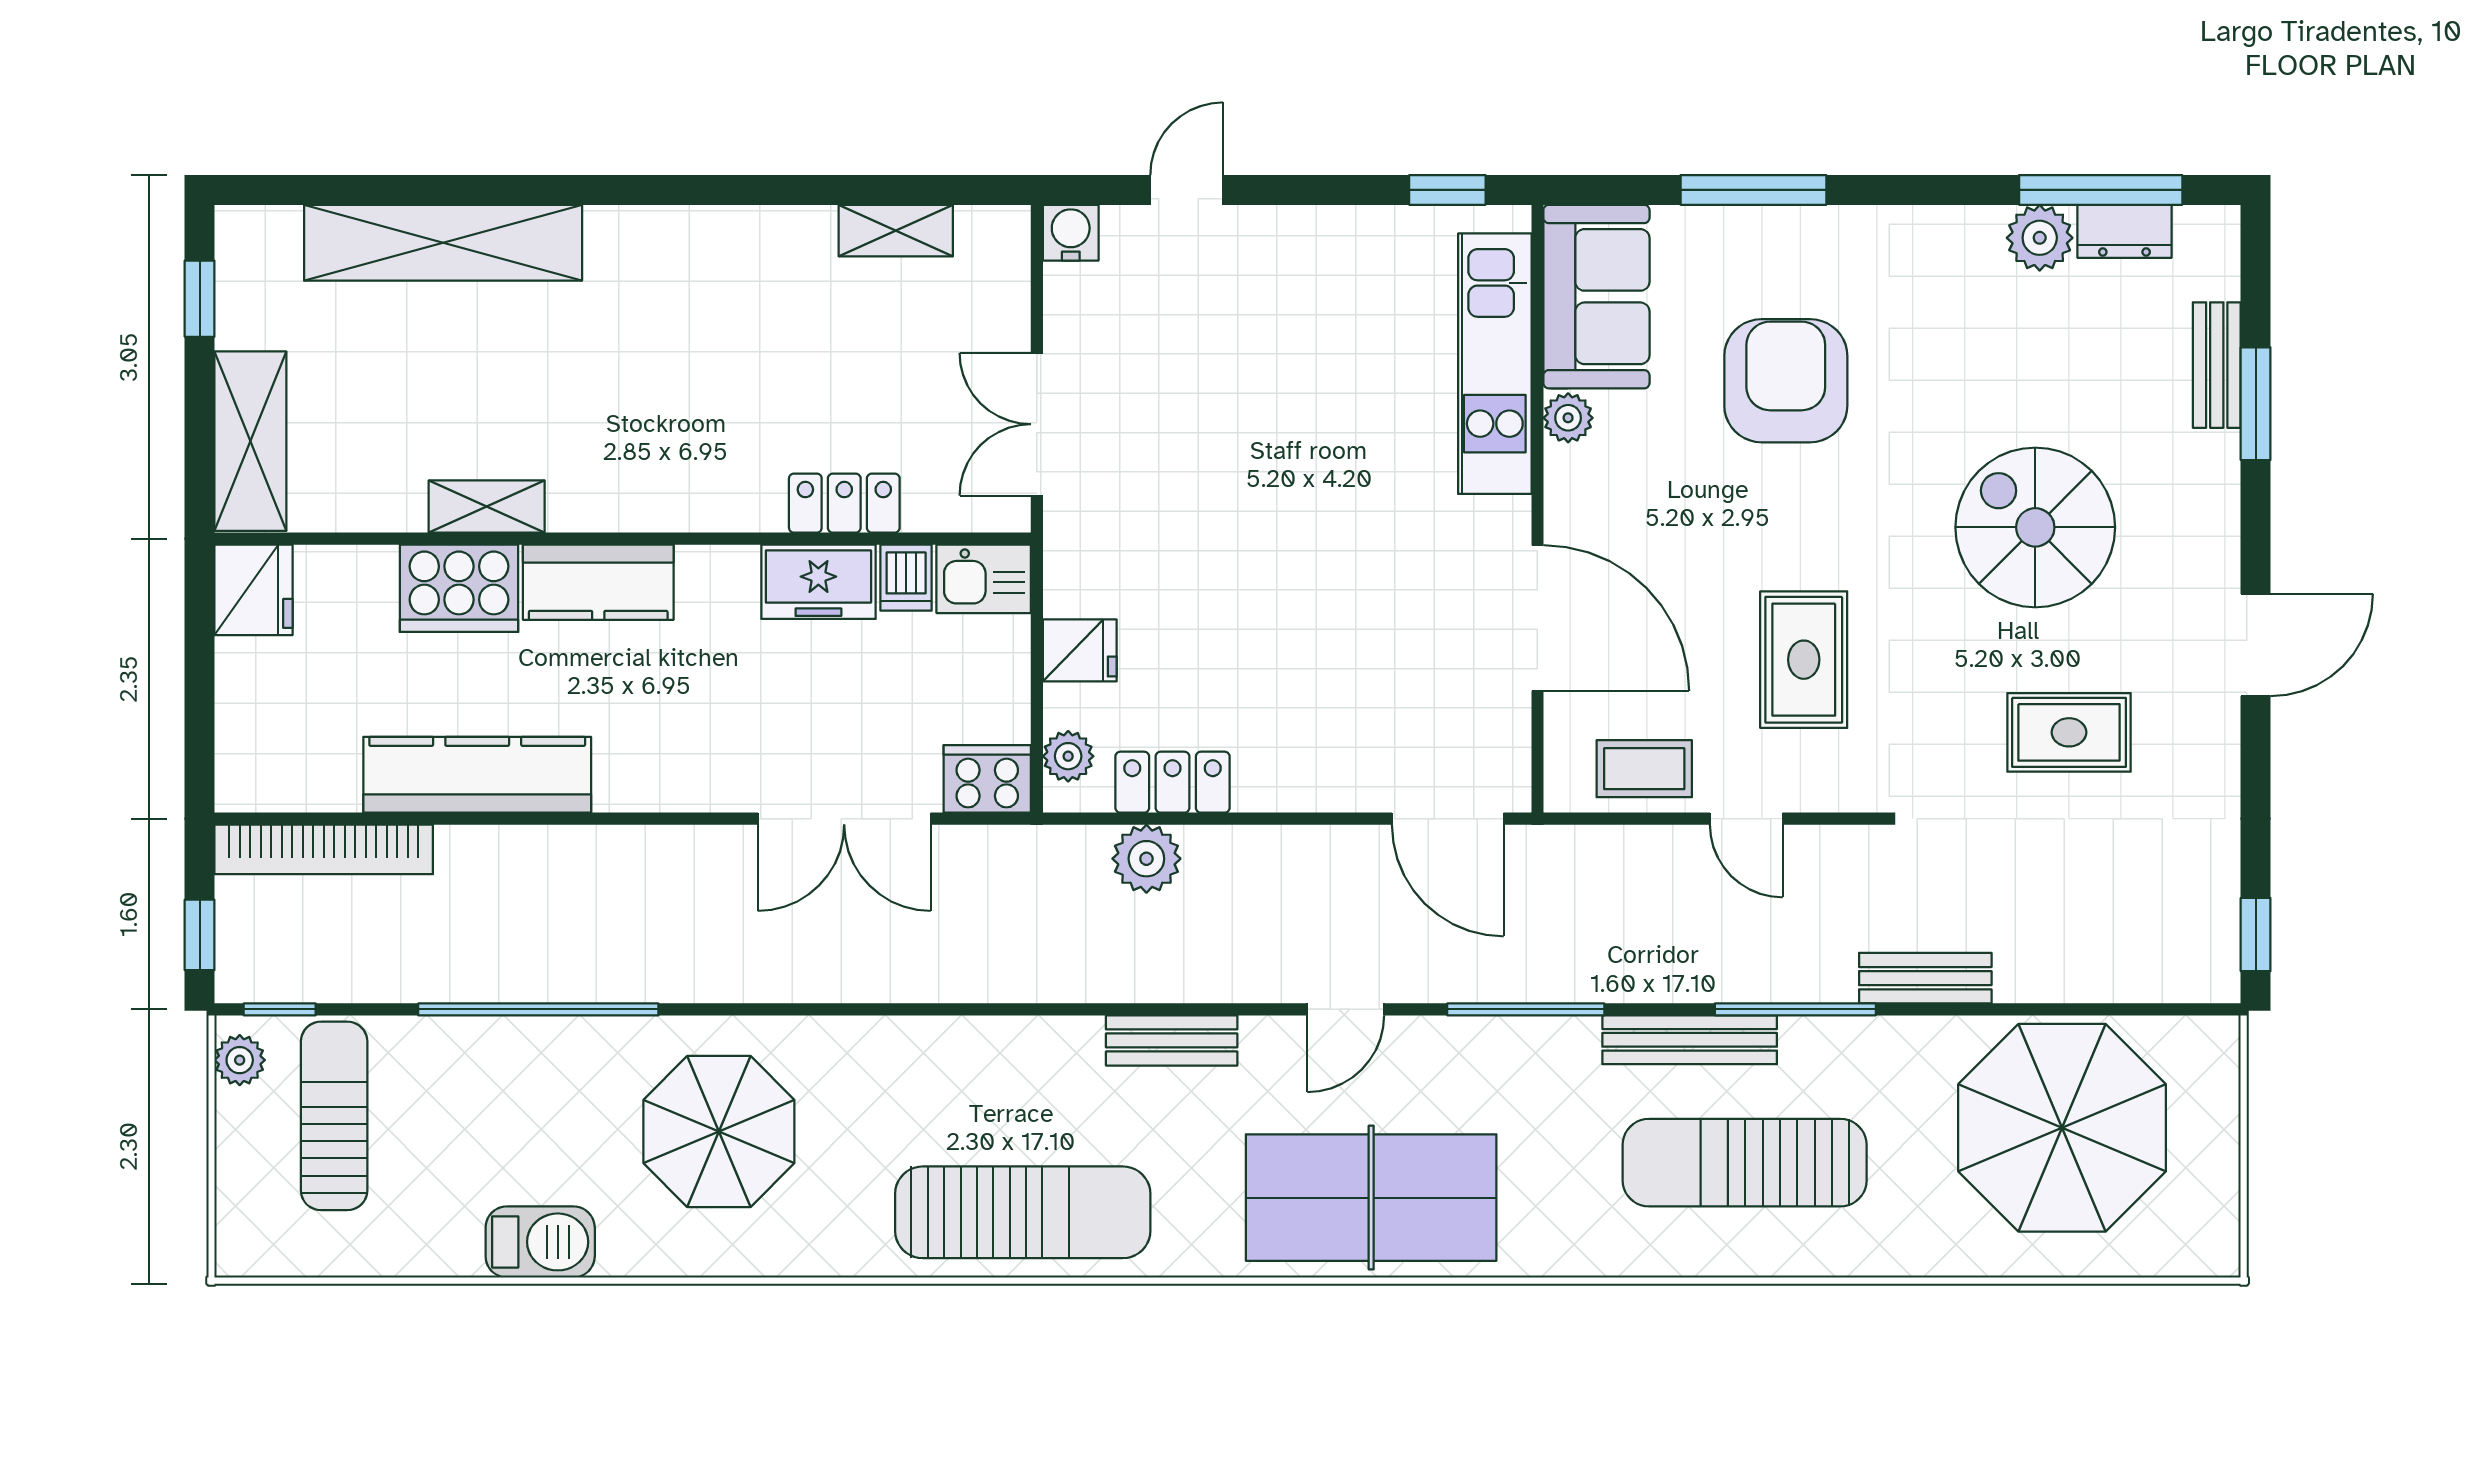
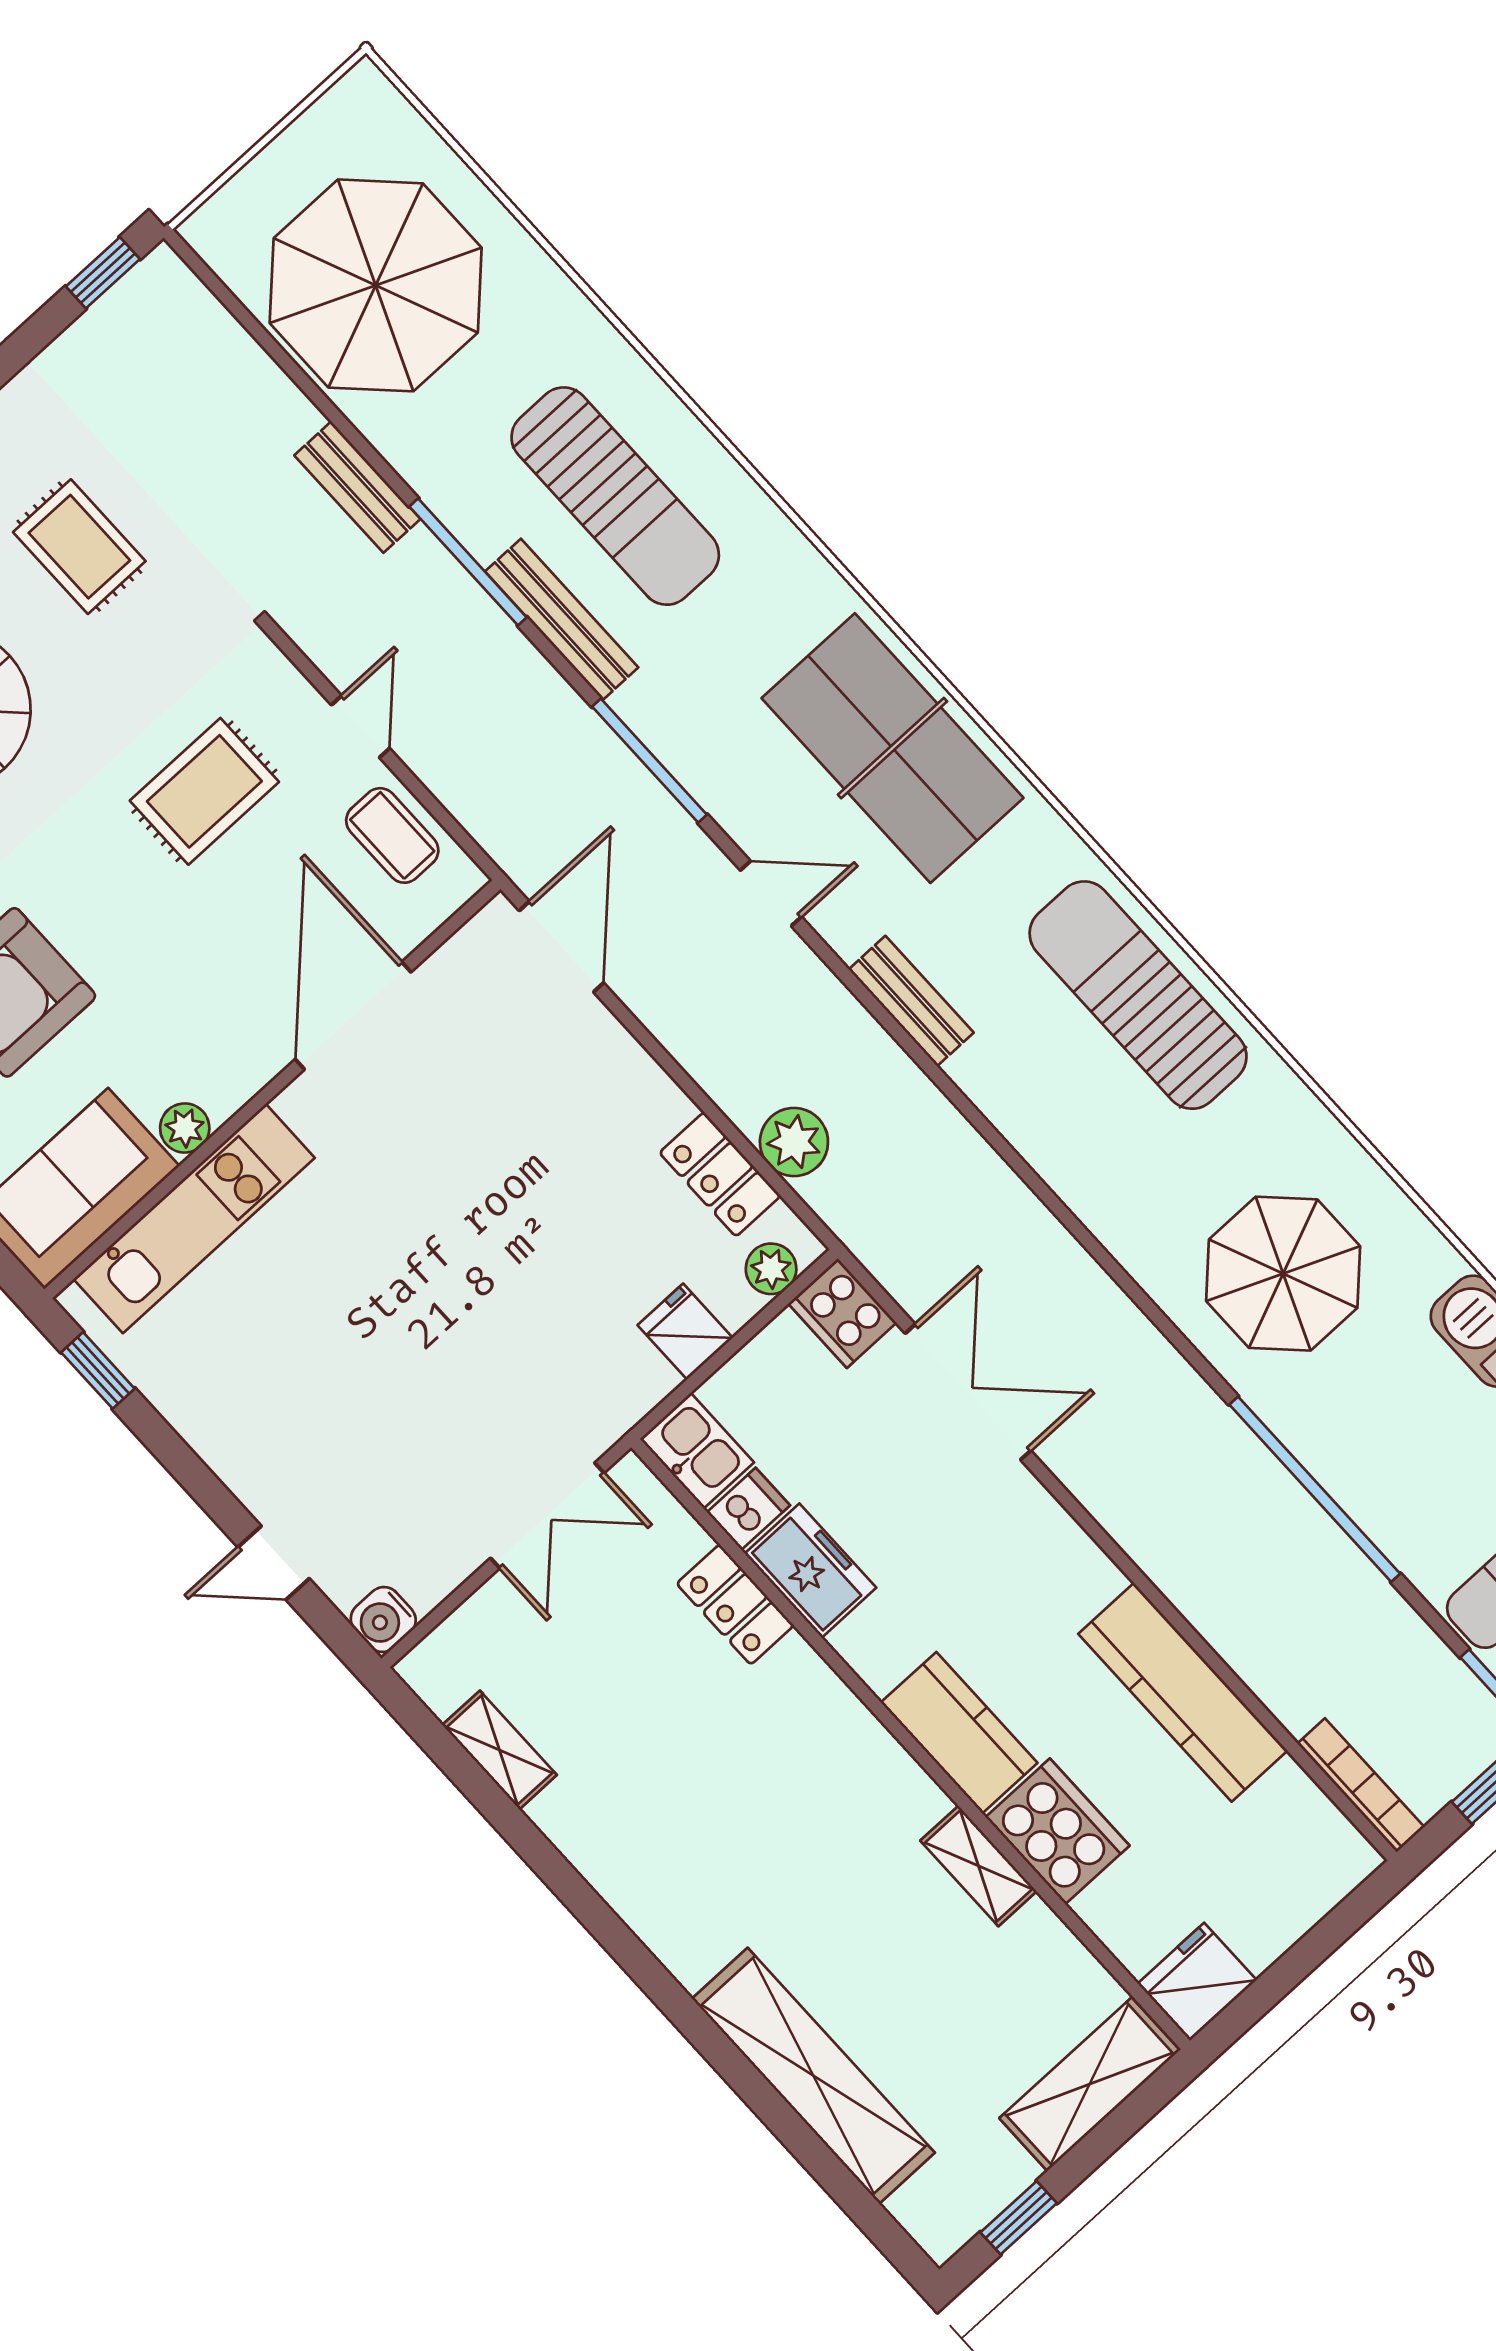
bookcase: (324, 849) -> (1361, 1785), width x0.68, depth x0.76

